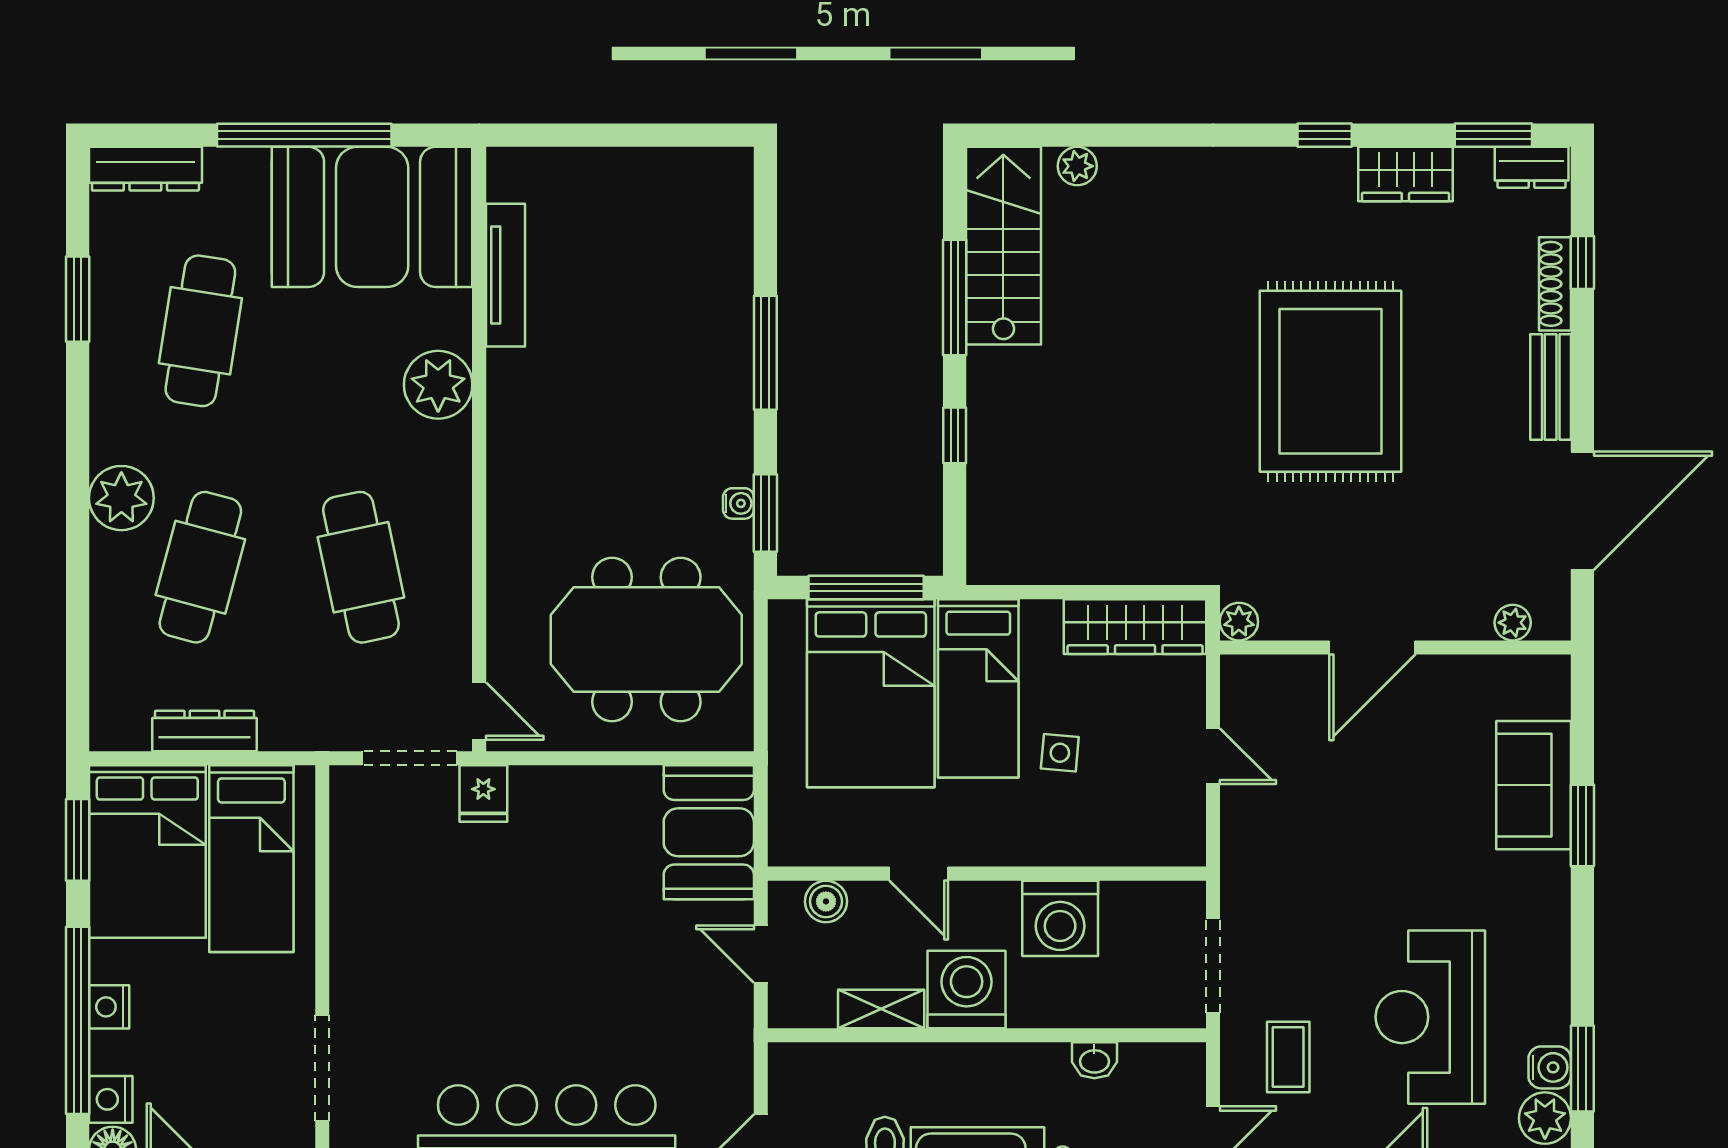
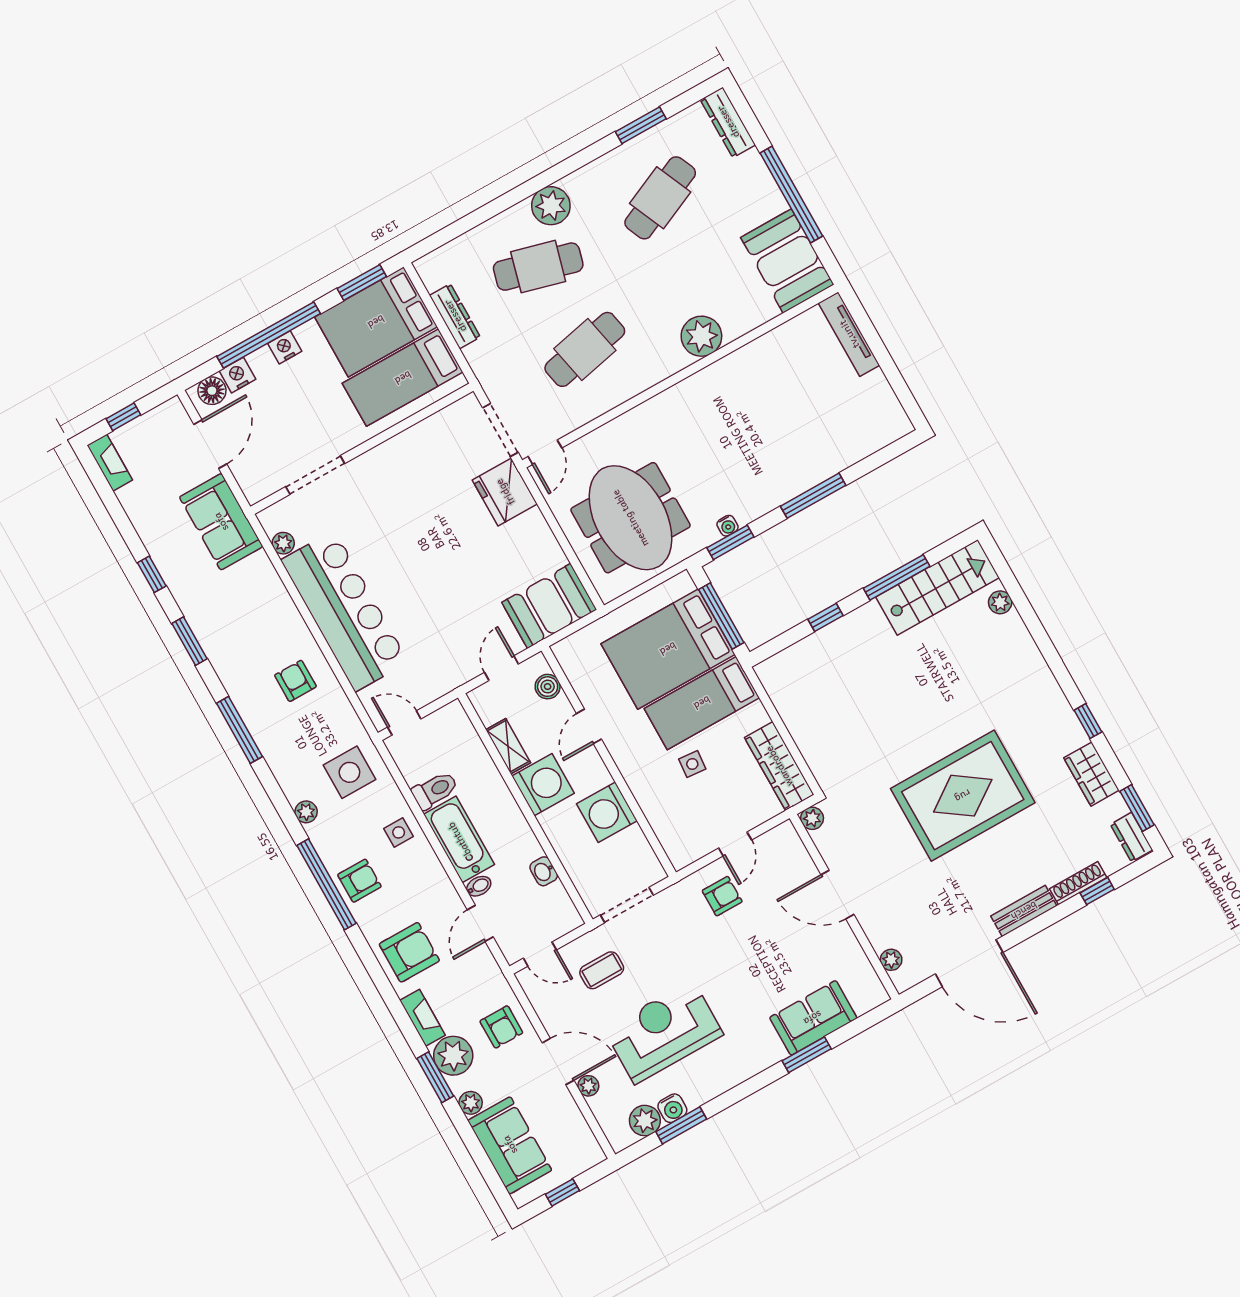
booth: (372, 217) -> (787, 261), width x0.73, depth x0.70
tv unit: (505, 275) -> (849, 334), moved, turned 90
cafe table: (200, 331) -> (660, 198), turned -33
fridge: (483, 794) -> (505, 492), width x1.88, depth x1.34
armchair: (1279, 818) -> (722, 896), added

